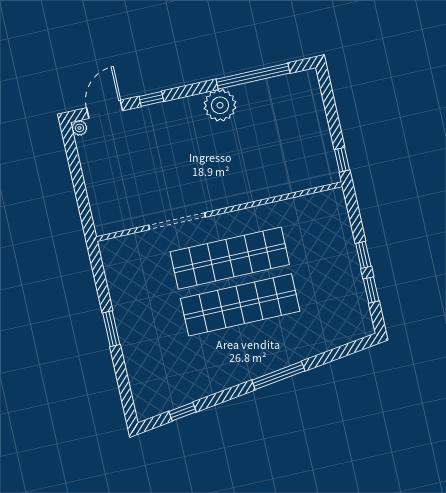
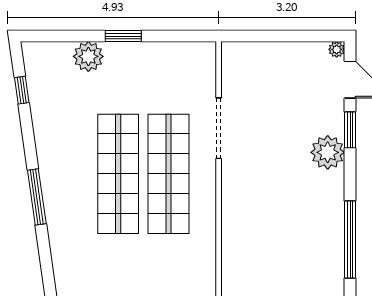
window: (151, 99) -> (350, 130), width x1.50
plant: (220, 105) -> (328, 152), moved
plant: (137, 357) -> (88, 56), added

